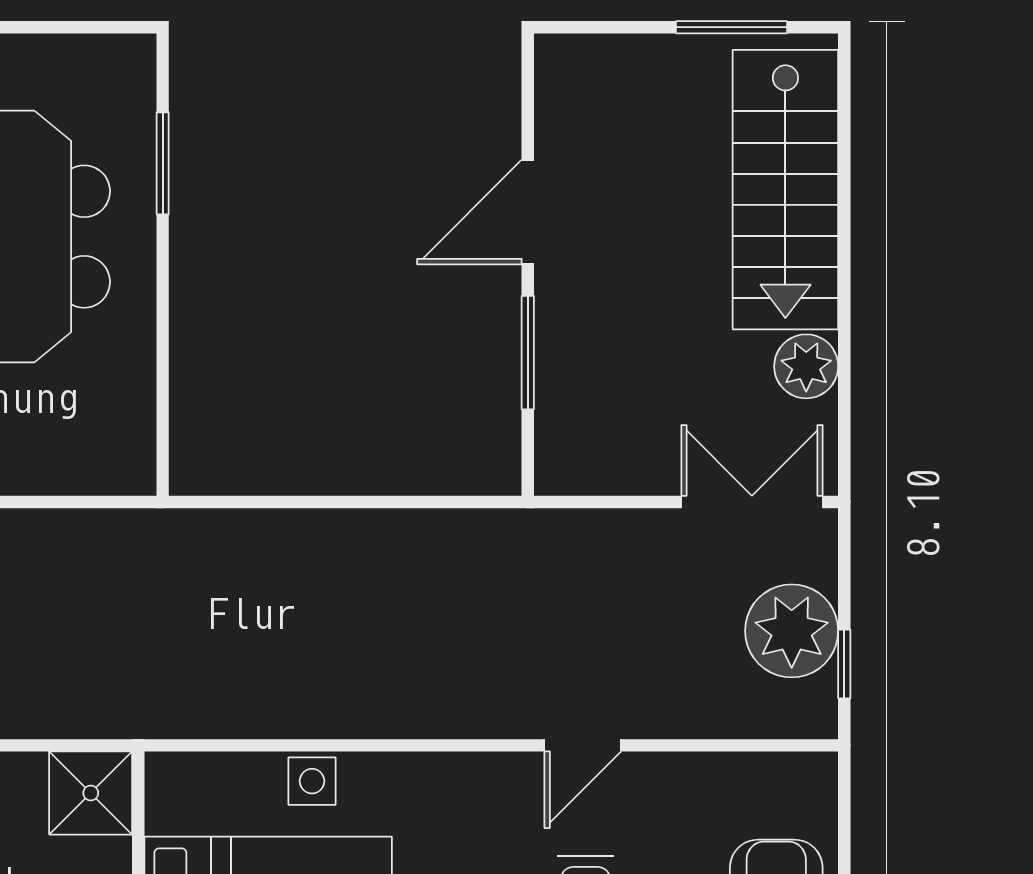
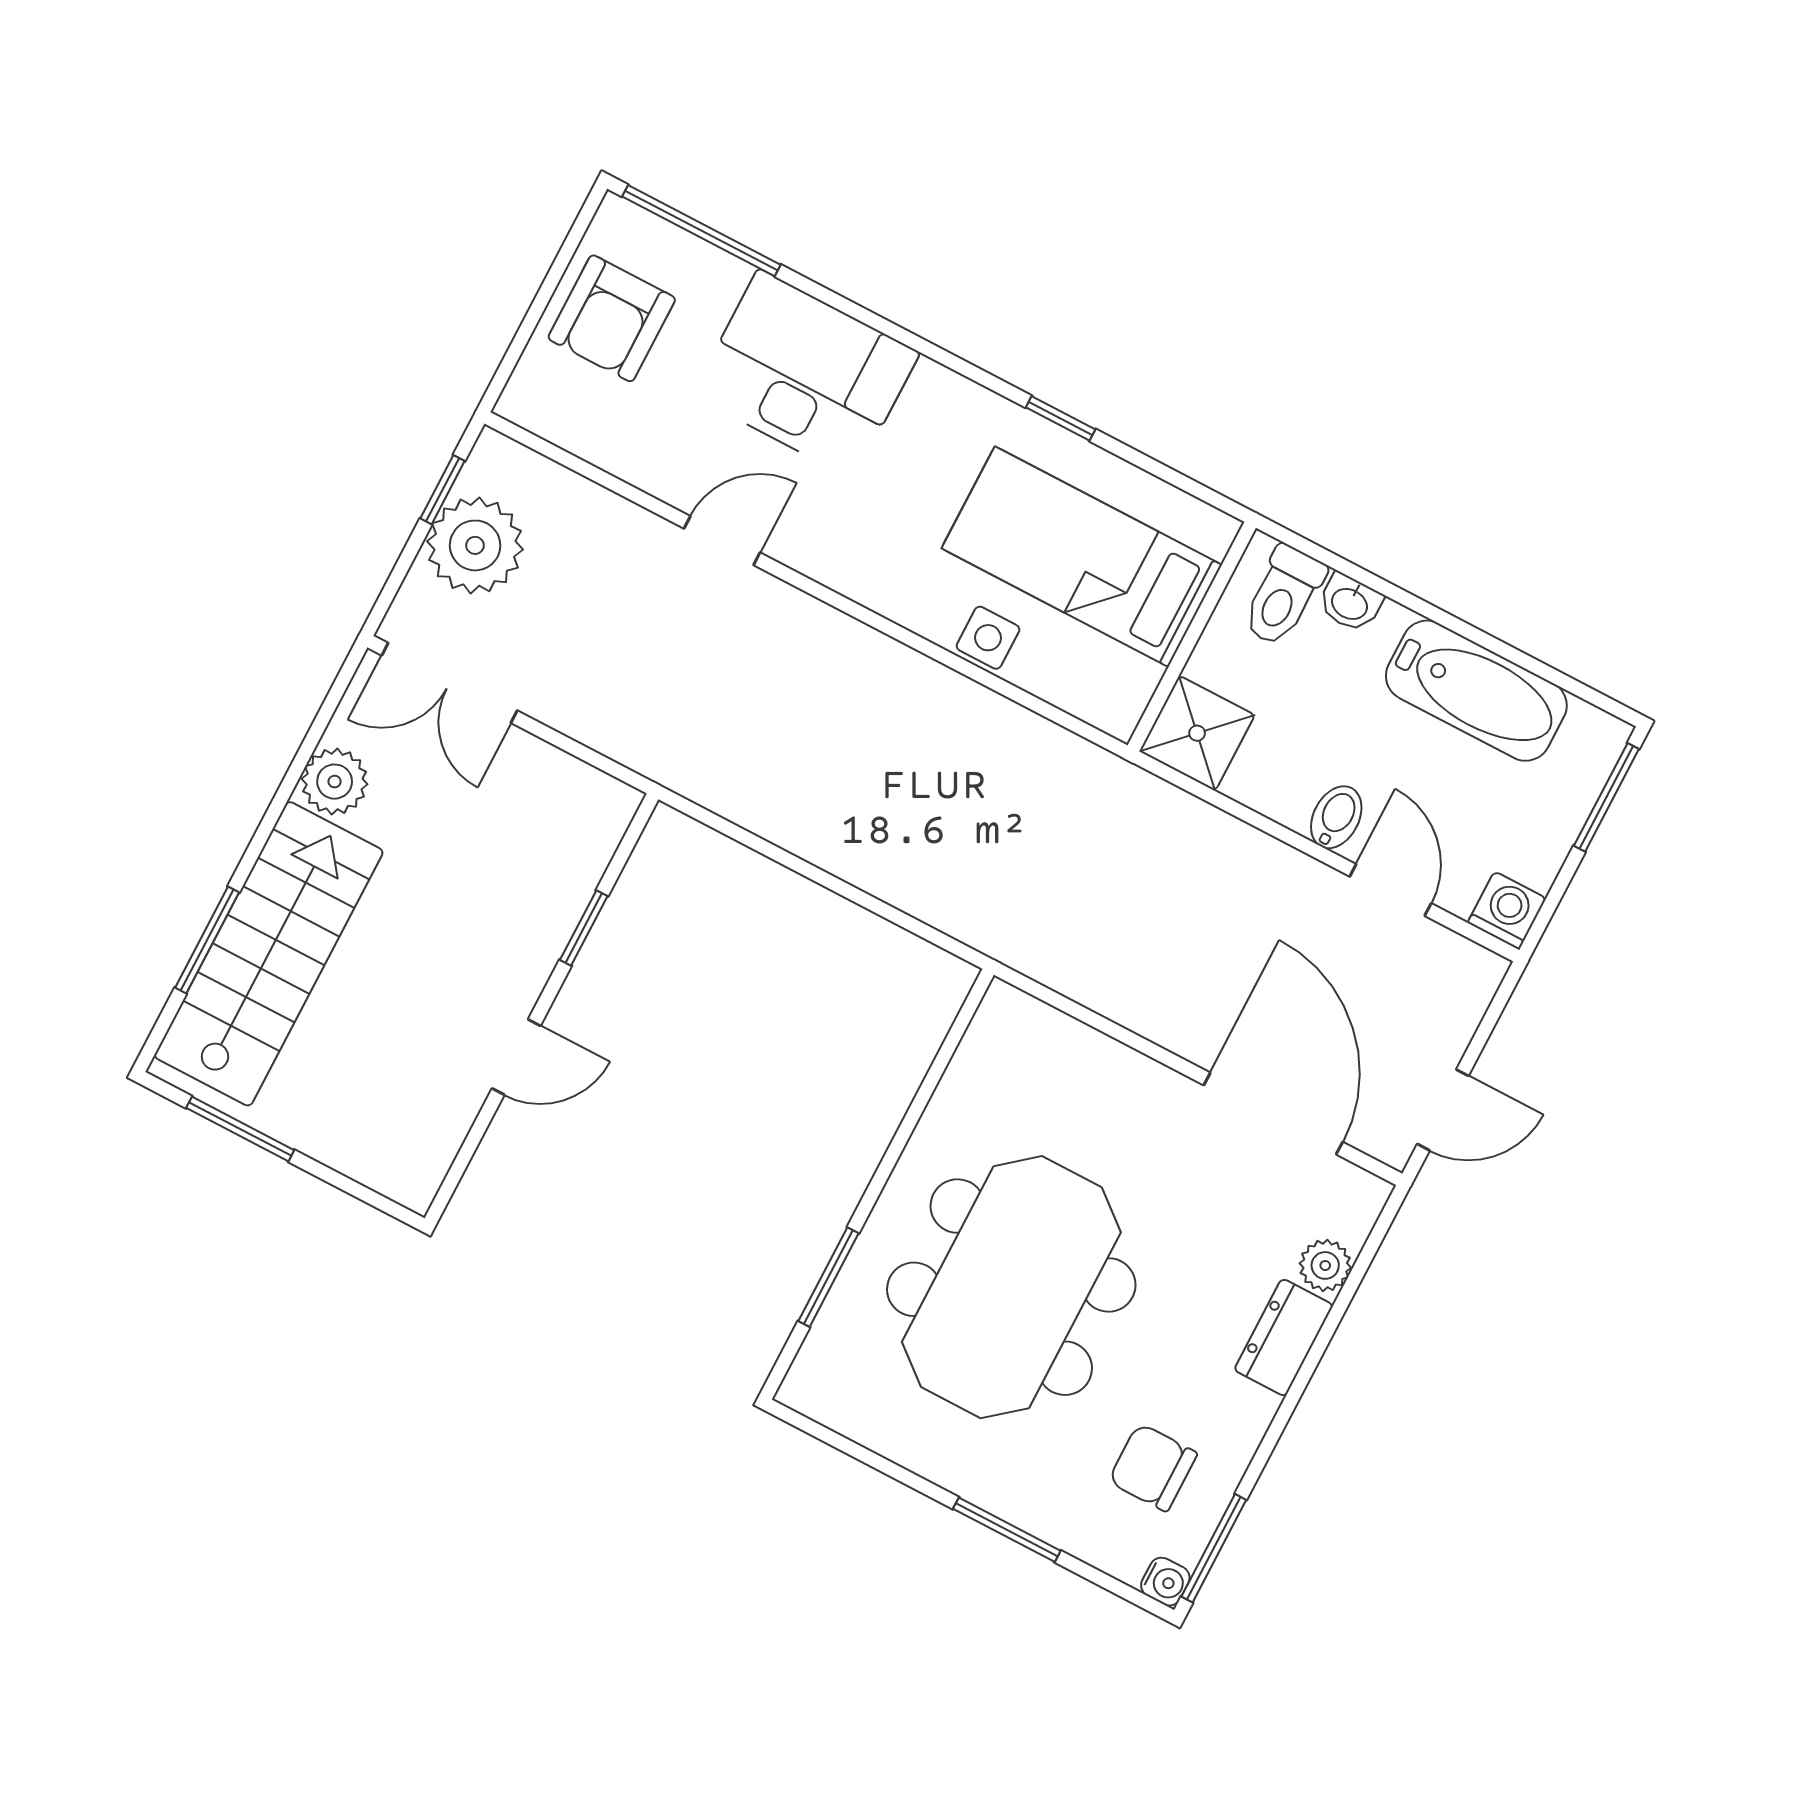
window: (844, 174) -> (207, 940), added
door: (528, 212) -> (516, 1057), width x0.73
window: (528, 353) -> (584, 928), width x0.67

